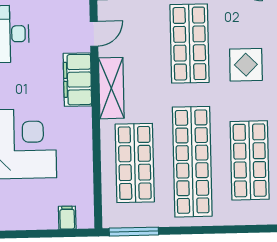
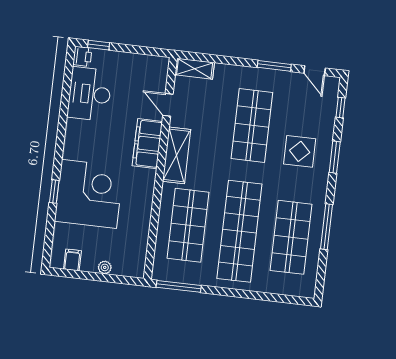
door: (94, 34) -> (168, 105), swing flipped
filing cabinet: (67, 218) -> (72, 260), moved
plant: (50, 222) -> (105, 267), added

